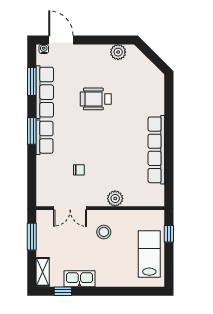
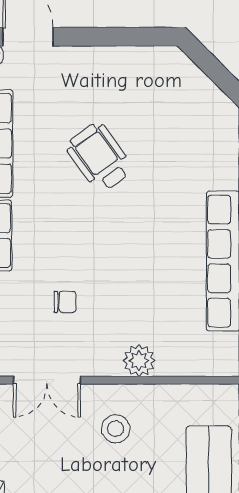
plant: (118, 52) -> (145, 62), removed
wheelchair: (96, 99) -> (99, 157), turned 54

